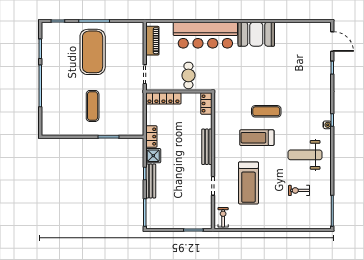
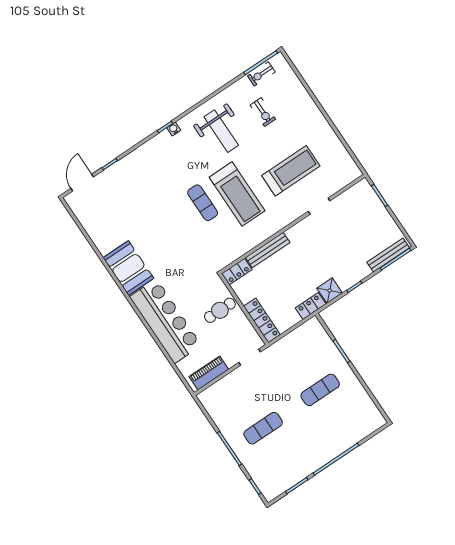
exercise mat: (93, 52) -> (263, 428), width x0.50, depth x0.69
treadmill: (257, 138) -> (237, 194), width x1.37, depth x1.38
bench: (207, 147) -> (268, 250), moved
bench: (151, 181) -> (388, 255), moved
exercise bike: (223, 217) -> (261, 74), moved

